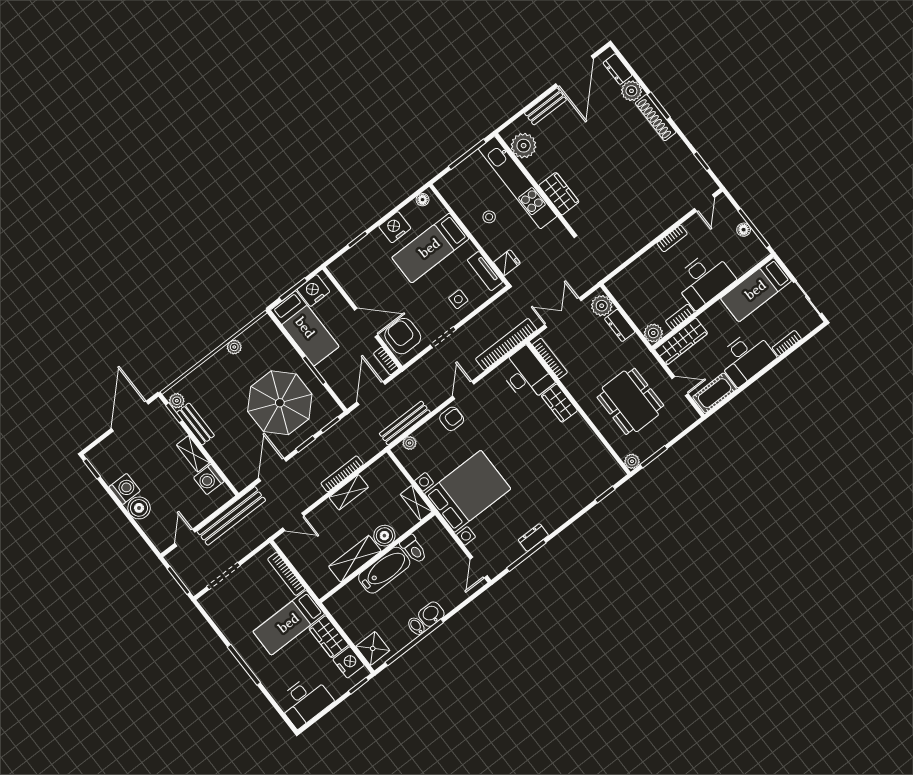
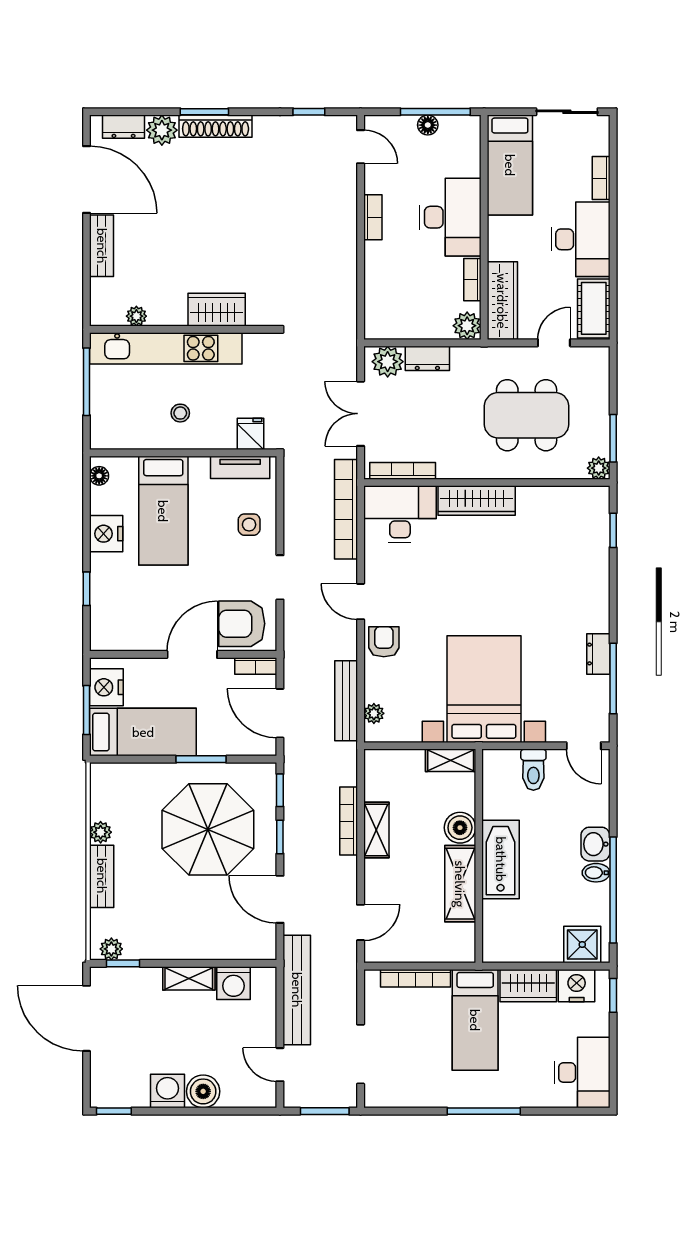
plant: (524, 146) -> (136, 316), width x0.53, depth x0.53
wardrobe: (559, 403) -> (477, 501), width x1.50
bench: (195, 424) -> (102, 876), moved, turned 90
toilet: (414, 549) -> (533, 770), moved, turned 90

